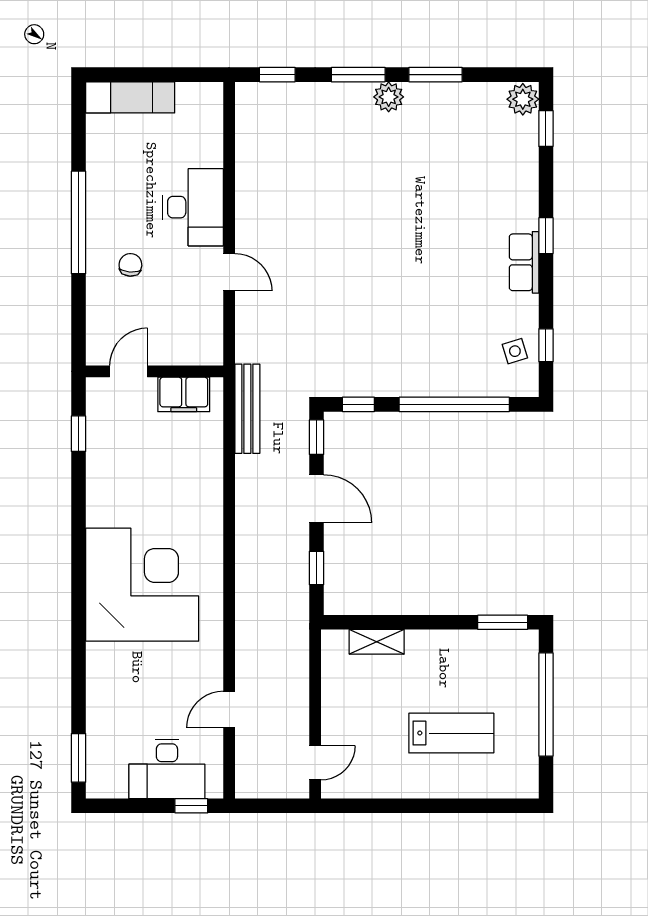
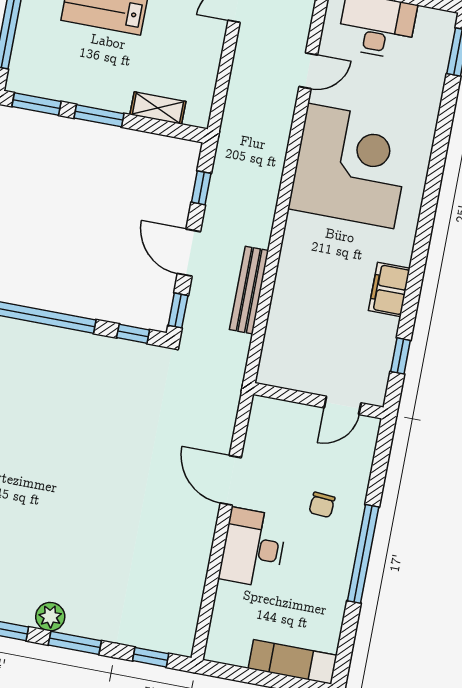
door: (229, 272) -> (231, 480), width x1.38
filing cabinet: (184, 394) -> (389, 289), moved, turned -90
bench: (247, 409) -> (249, 290), moved
corner desk: (142, 585) -> (351, 166), moved, turned 180
window: (436, 622) -> (99, 116), added

